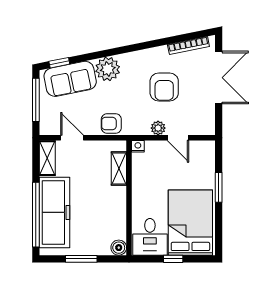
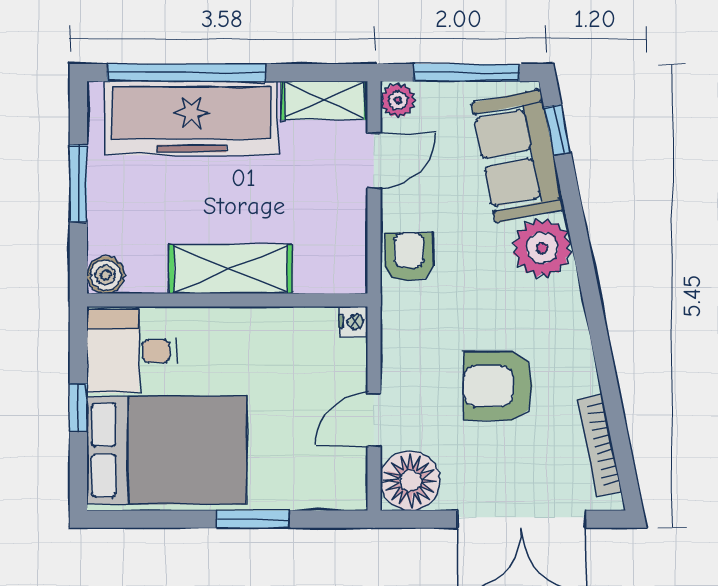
floor lamp: (203, 123) -> (410, 481), added
plant: (158, 128) -> (398, 100), moved
shelving: (119, 169) -> (231, 269), moved, width x1.50, depth x1.33

